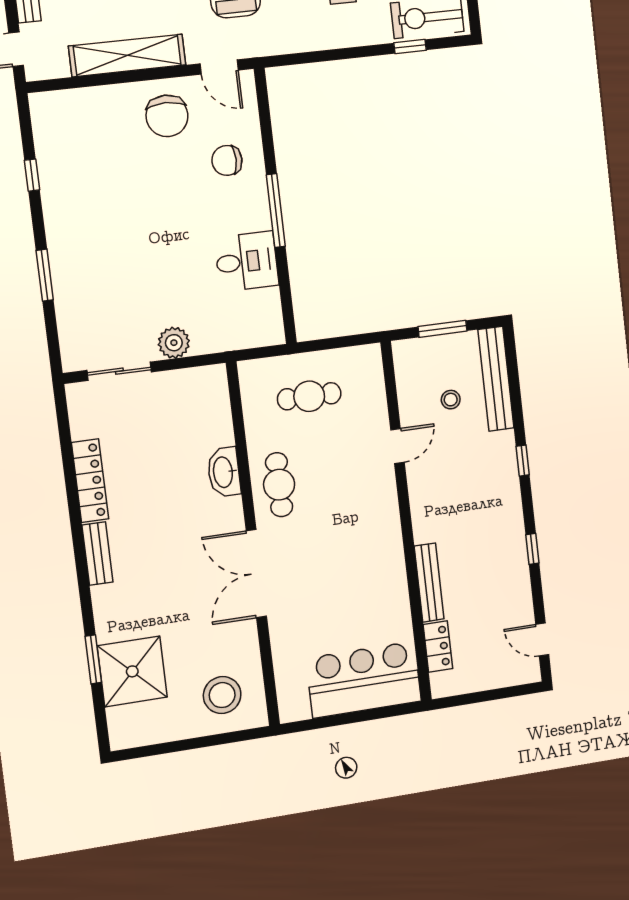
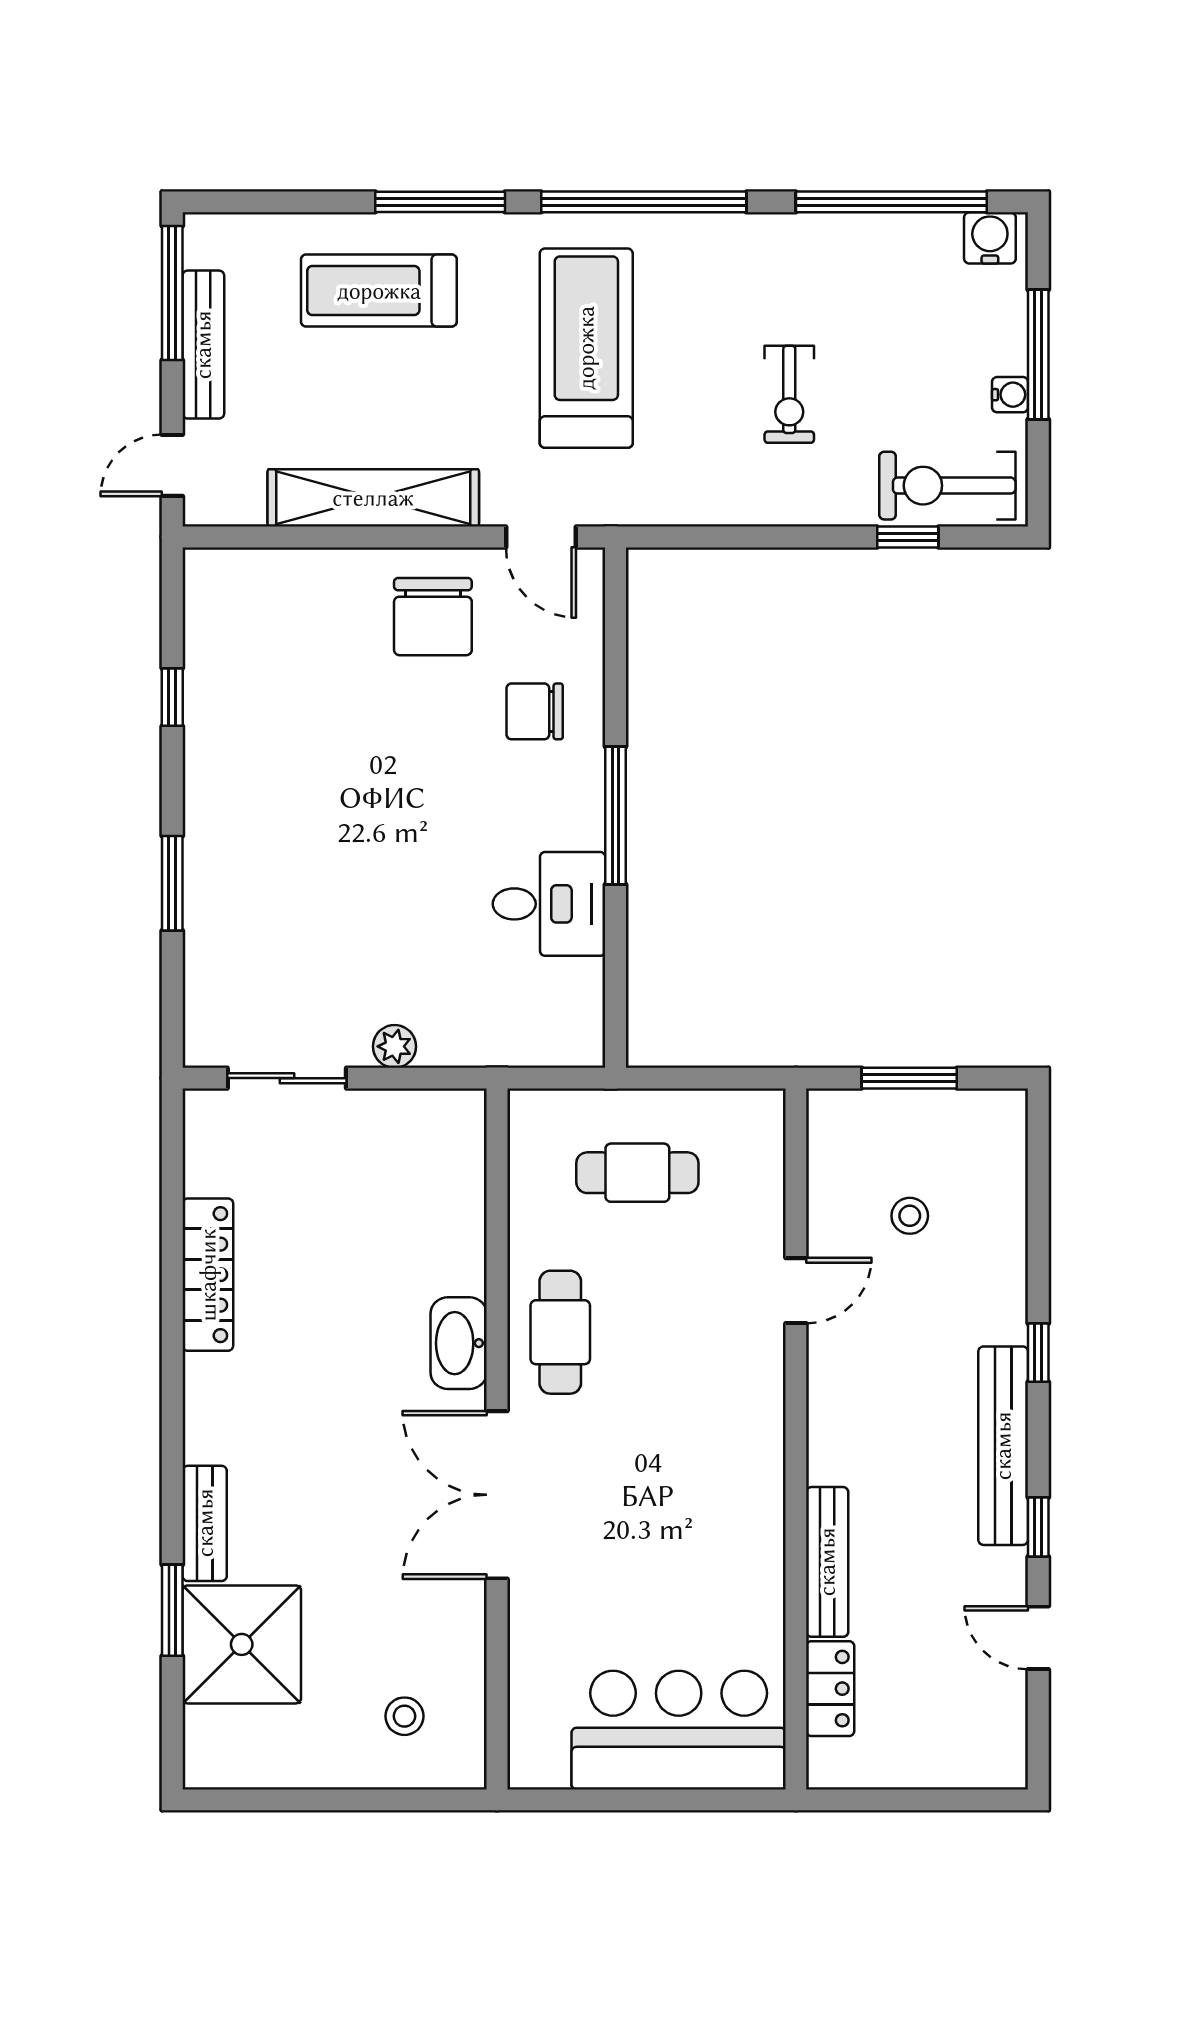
plant: (174, 343) -> (395, 1046), width x0.73, depth x0.73
bench: (496, 379) -> (1003, 1446), moved
washbasin: (224, 472) -> (459, 1343), moved
bench: (97, 554) -> (205, 1523), moved
door: (542, 639) -> (1038, 1638), moved
stool: (222, 695) -> (404, 1716), width x0.53, depth x0.53

